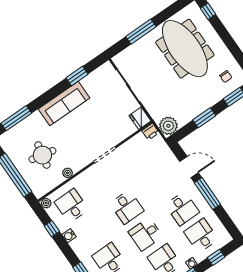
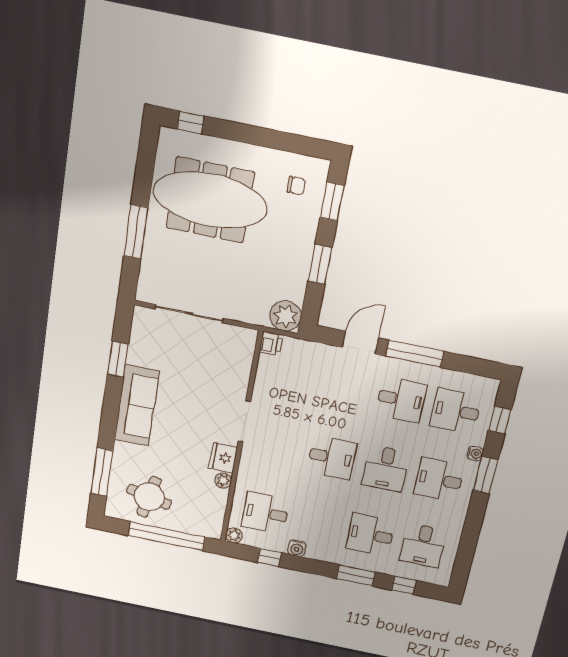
fridge: (140, 118) -> (223, 458), moved, turned 90
round table: (42, 155) -> (149, 497), moved

